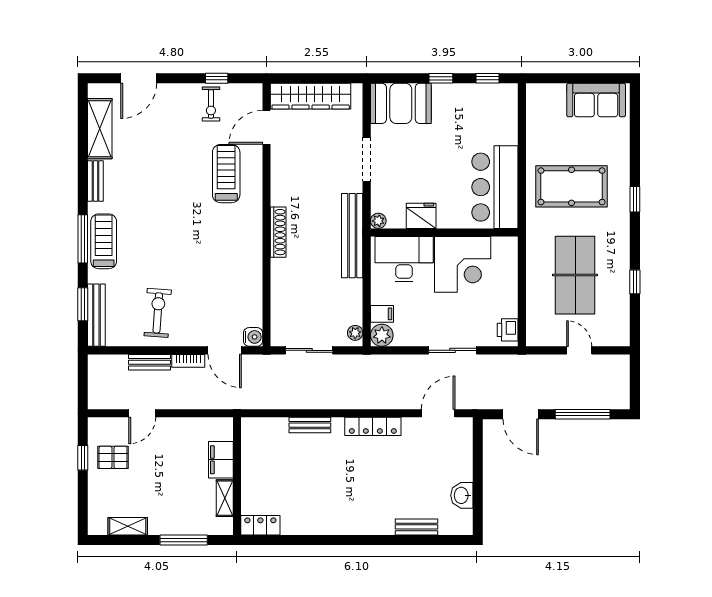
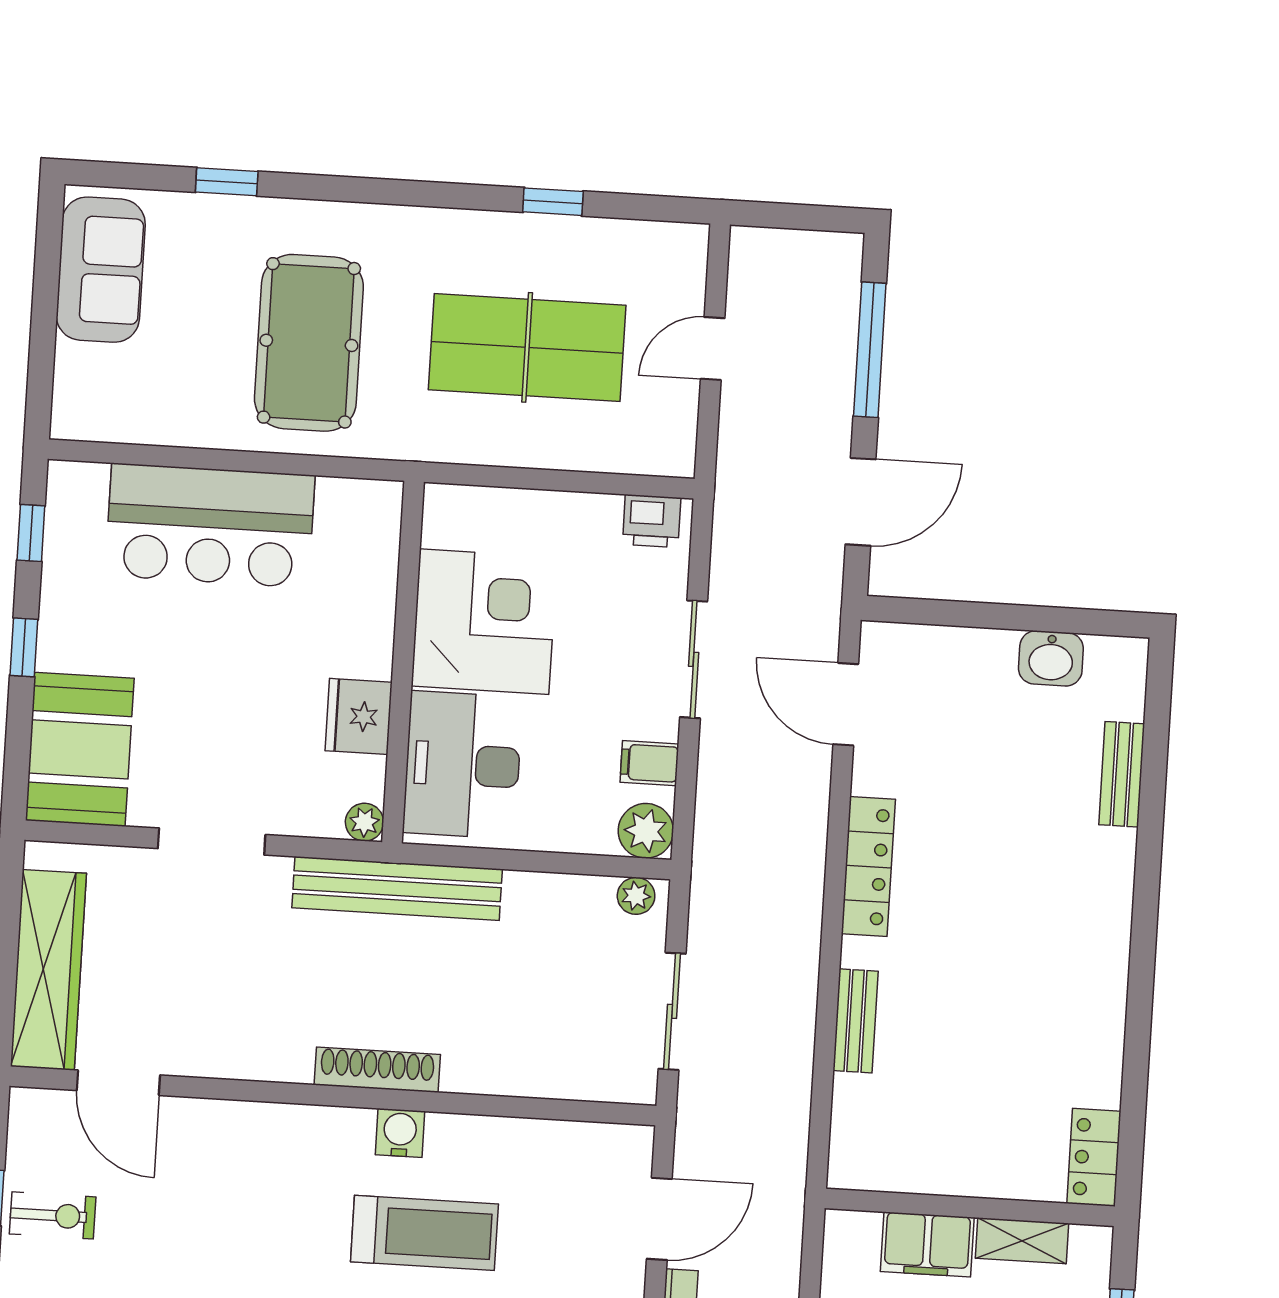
treadmill: (226, 174) -> (424, 1233), moved, turned 180
bar counter: (495, 187) -> (210, 525), moved
window: (635, 199) -> (227, 182), moved
filing cabinet: (382, 314) -> (649, 763), moved, turned -90
water cooler: (253, 337) -> (400, 1133), moved

